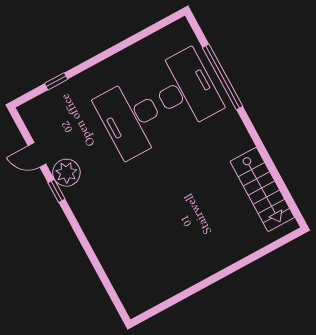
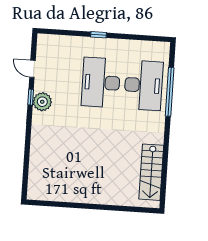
window: (56, 81) -> (98, 35), moved
plant: (66, 173) -> (42, 102), moved

